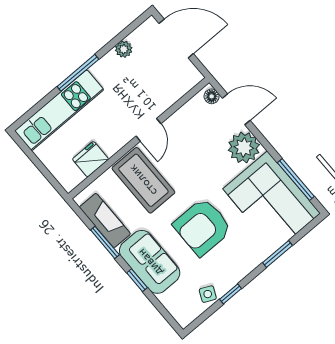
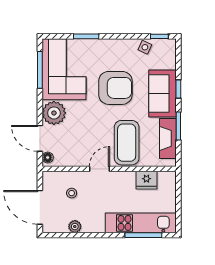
window: (78, 73) -> (143, 235), moved
stool: (156, 81) -> (72, 193), added
window: (231, 294) -> (159, 36), moved

